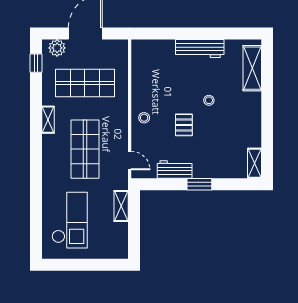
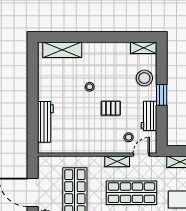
workbench: (200, 48) -> (45, 122), moved
stool: (144, 118) -> (129, 137), moved
shelving: (122, 132) -> (117, 161), added
stool: (219, 164) -> (144, 78), added

